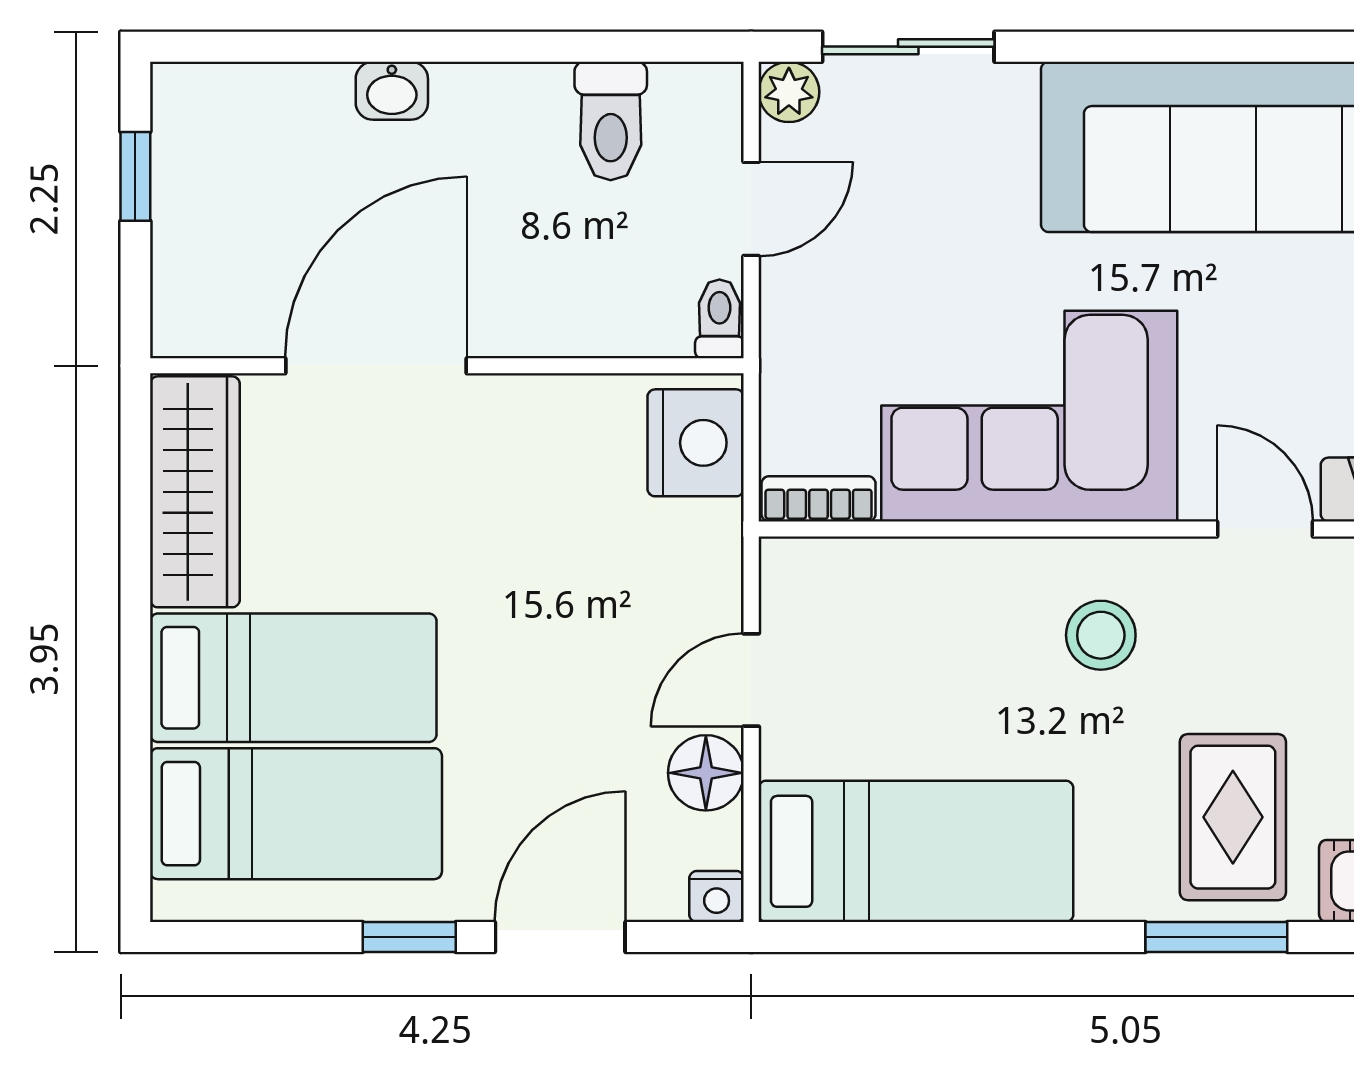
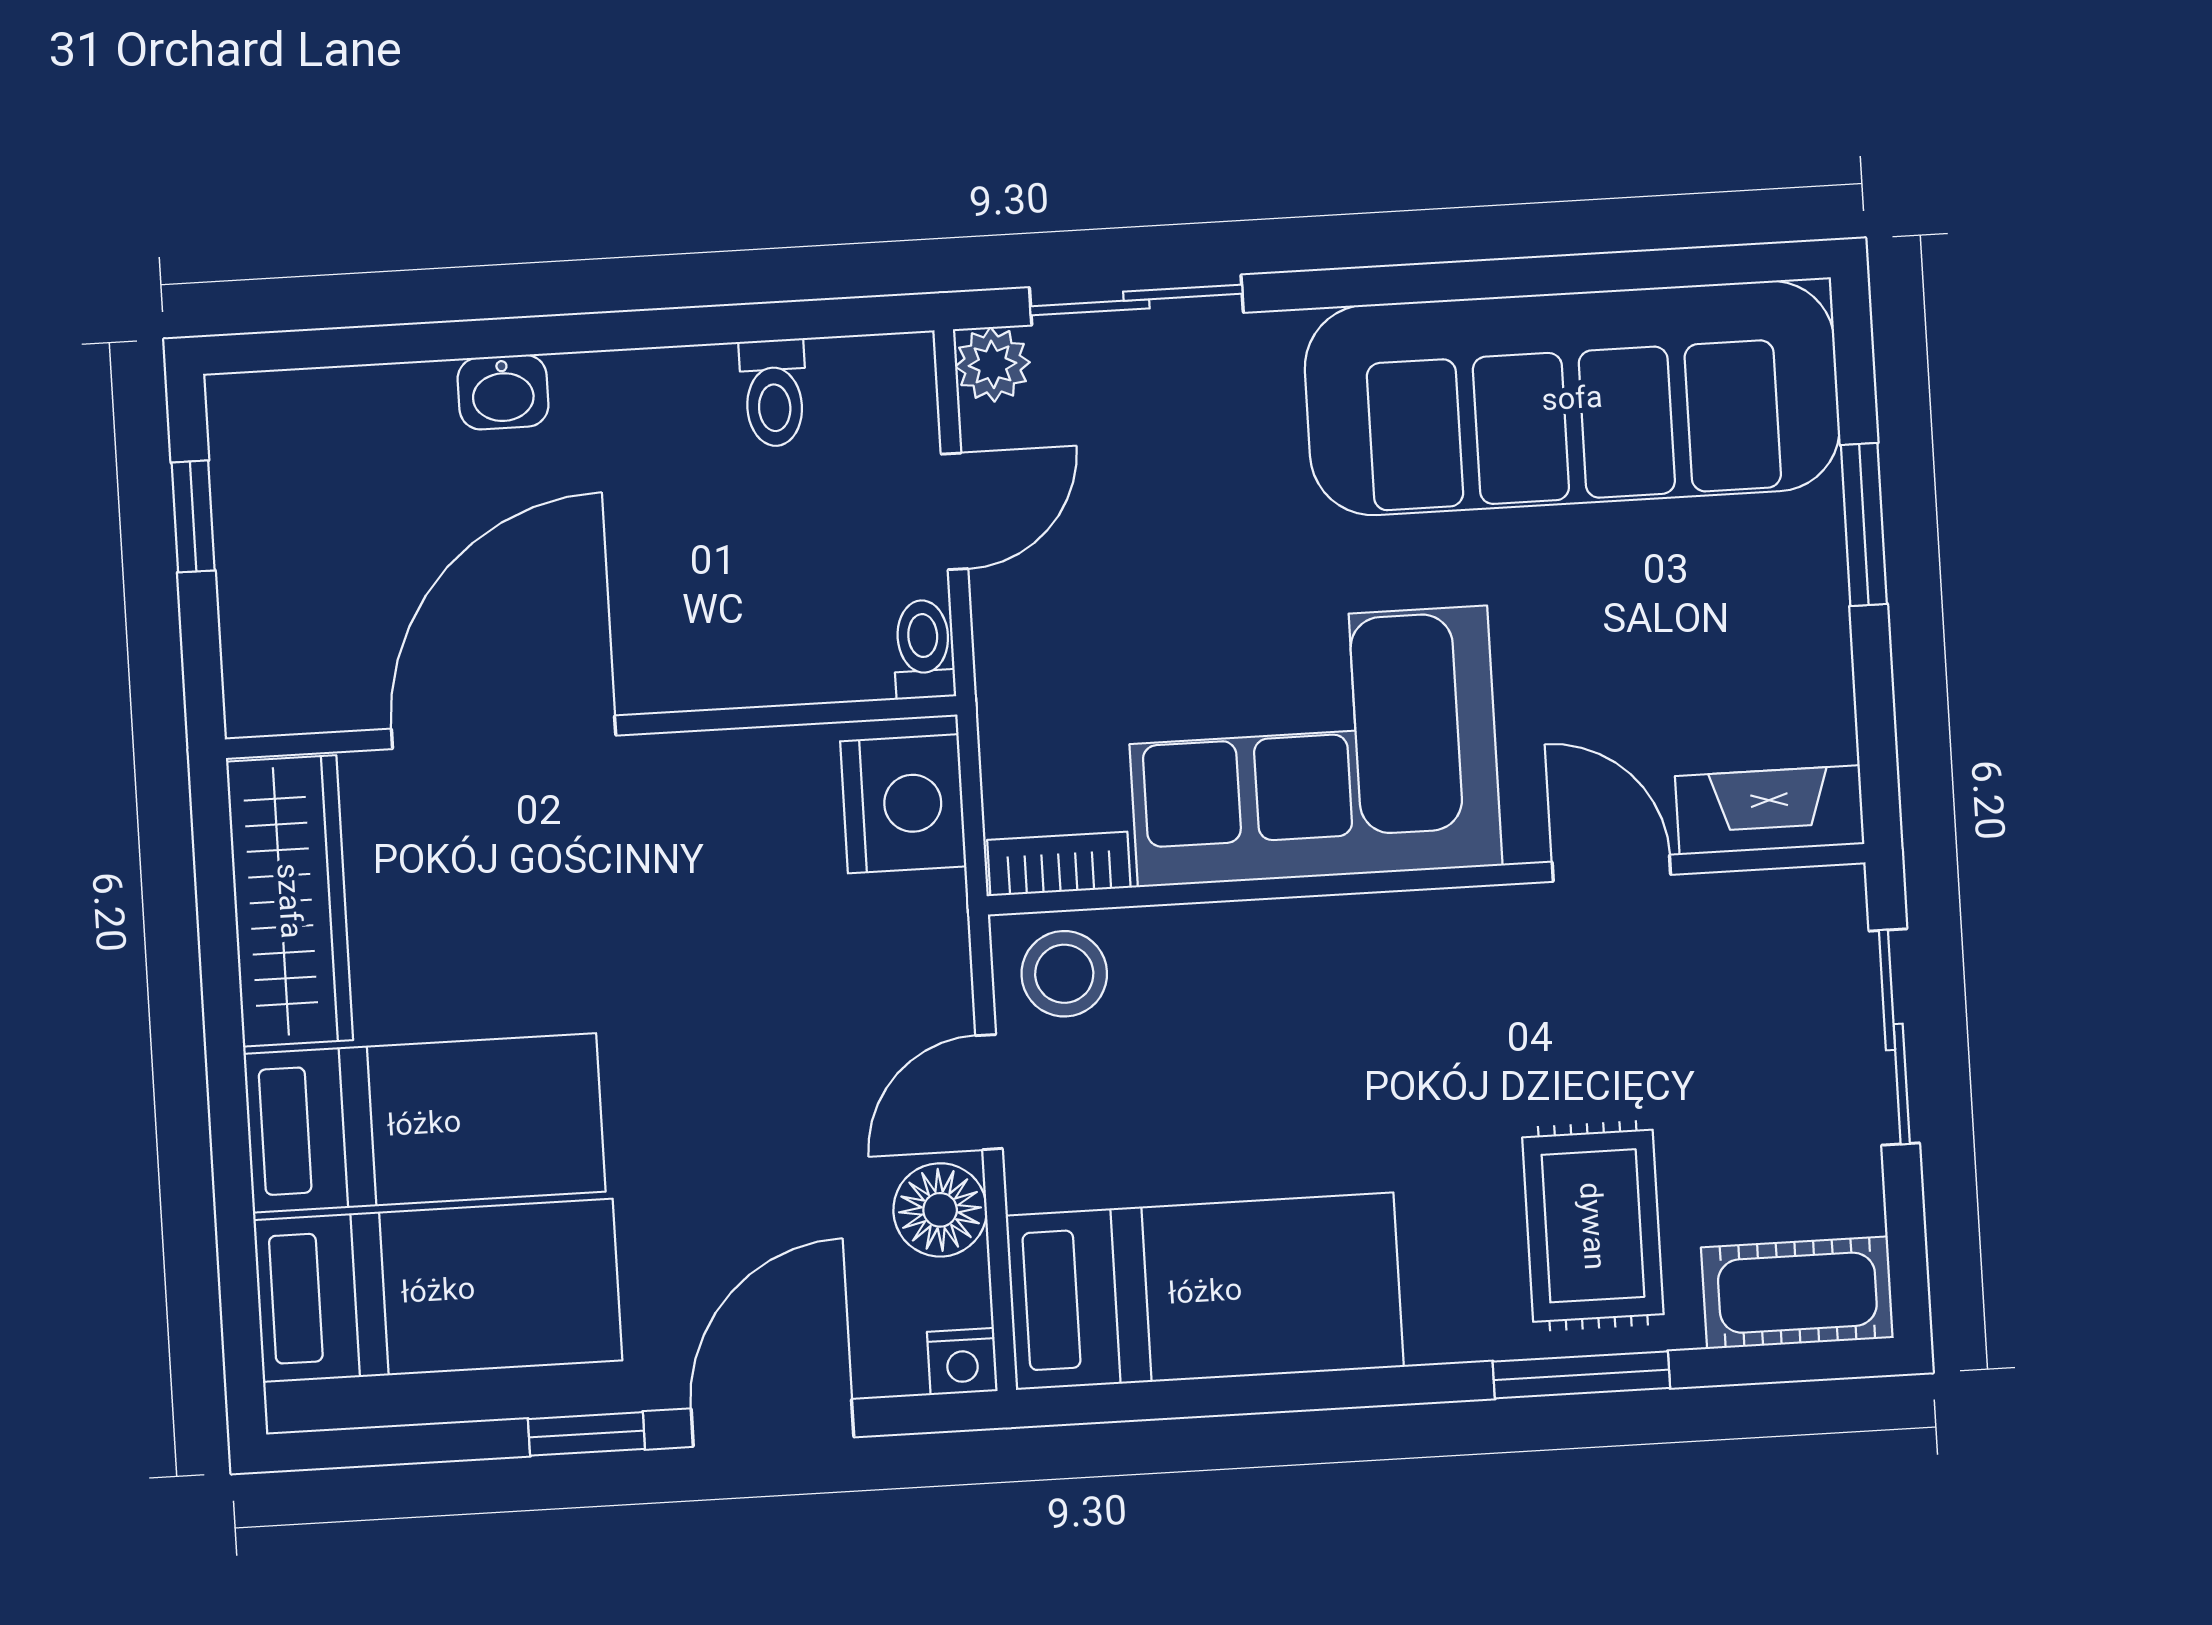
toilet: (611, 121) -> (774, 393), width x0.73, depth x0.72
stool: (1101, 635) -> (1064, 974), moved

